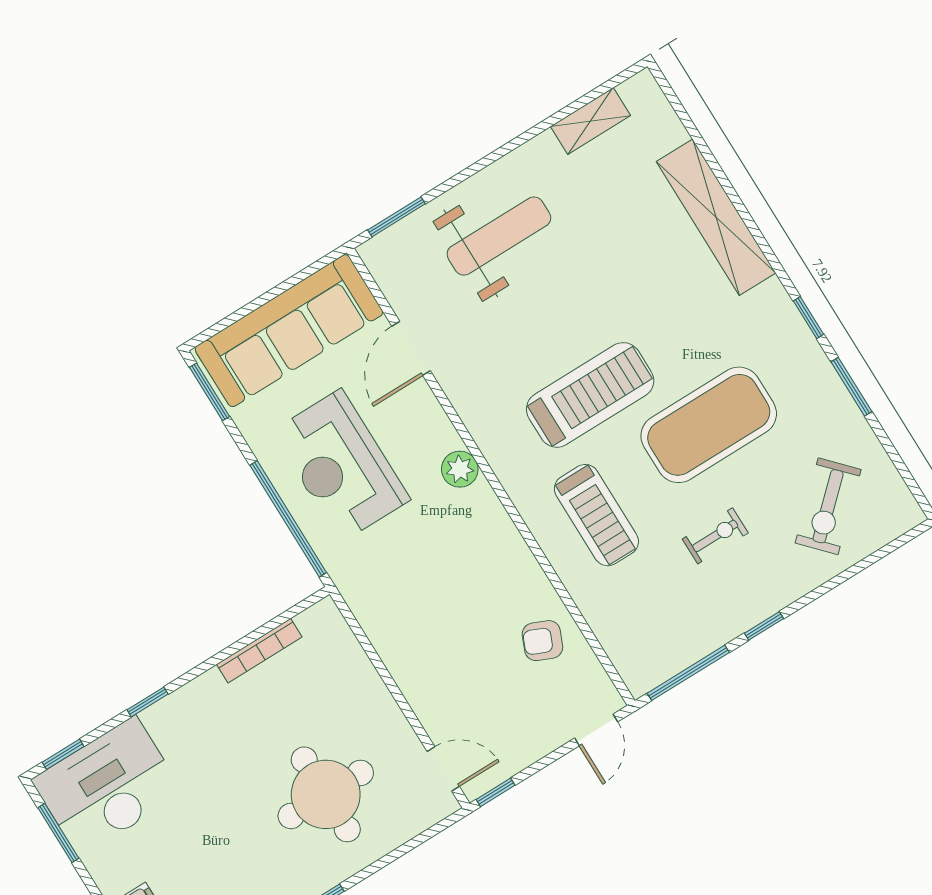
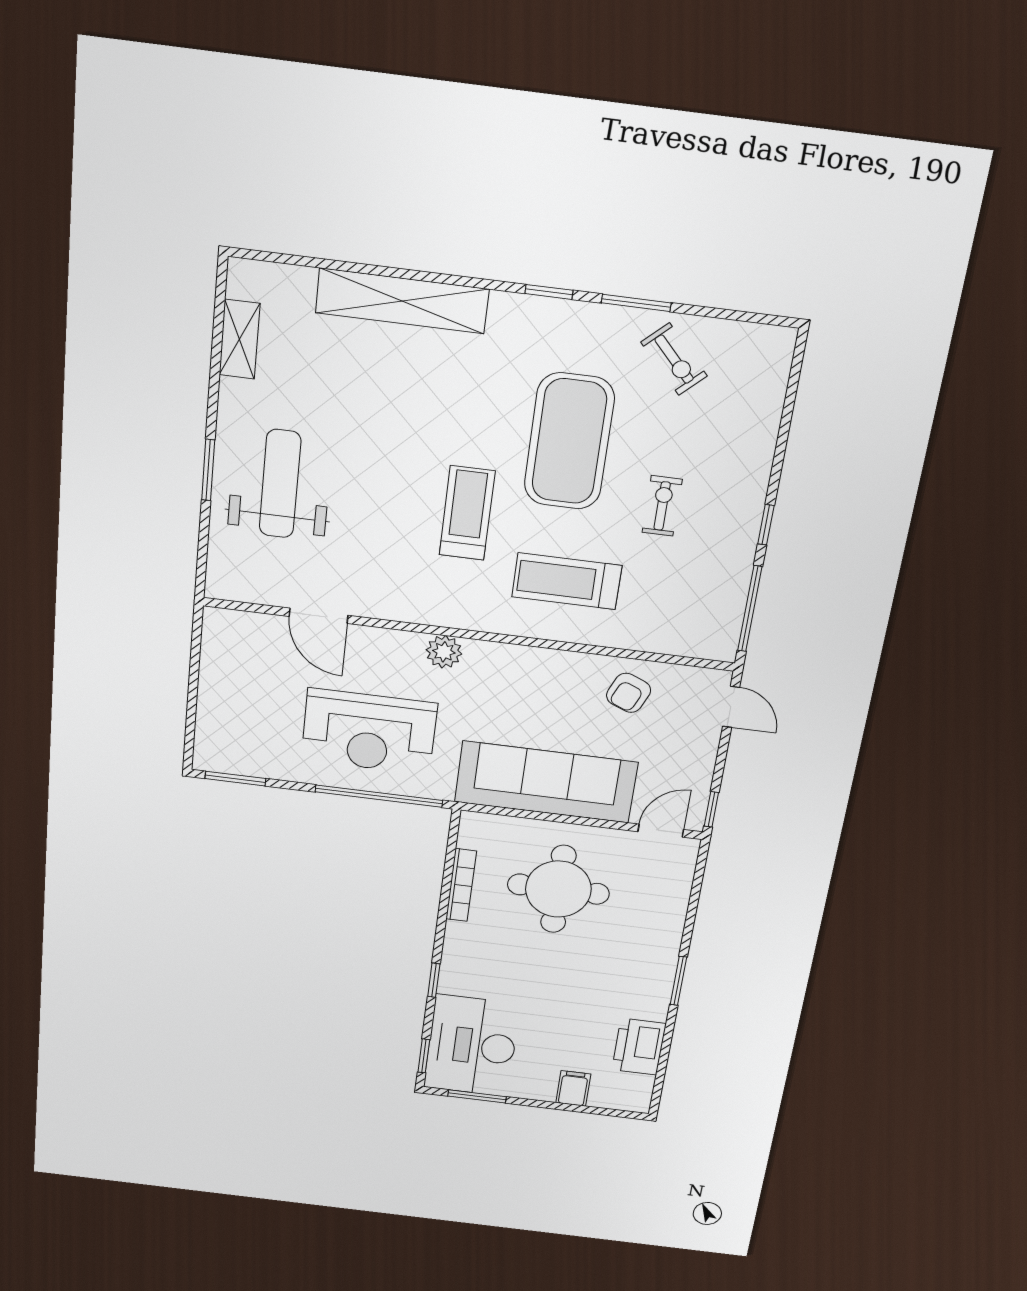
window: (396, 217) -> (208, 470), moved
sofa: (289, 331) -> (546, 782), moved, turned -90
treadmill: (590, 395) -> (467, 513), width x0.73, depth x0.73
exercise bike: (828, 506) -> (674, 359), moved, width x0.73, depth x0.72
treadmill: (596, 515) -> (567, 581), turned 180
round table: (326, 794) -> (558, 889), moved

